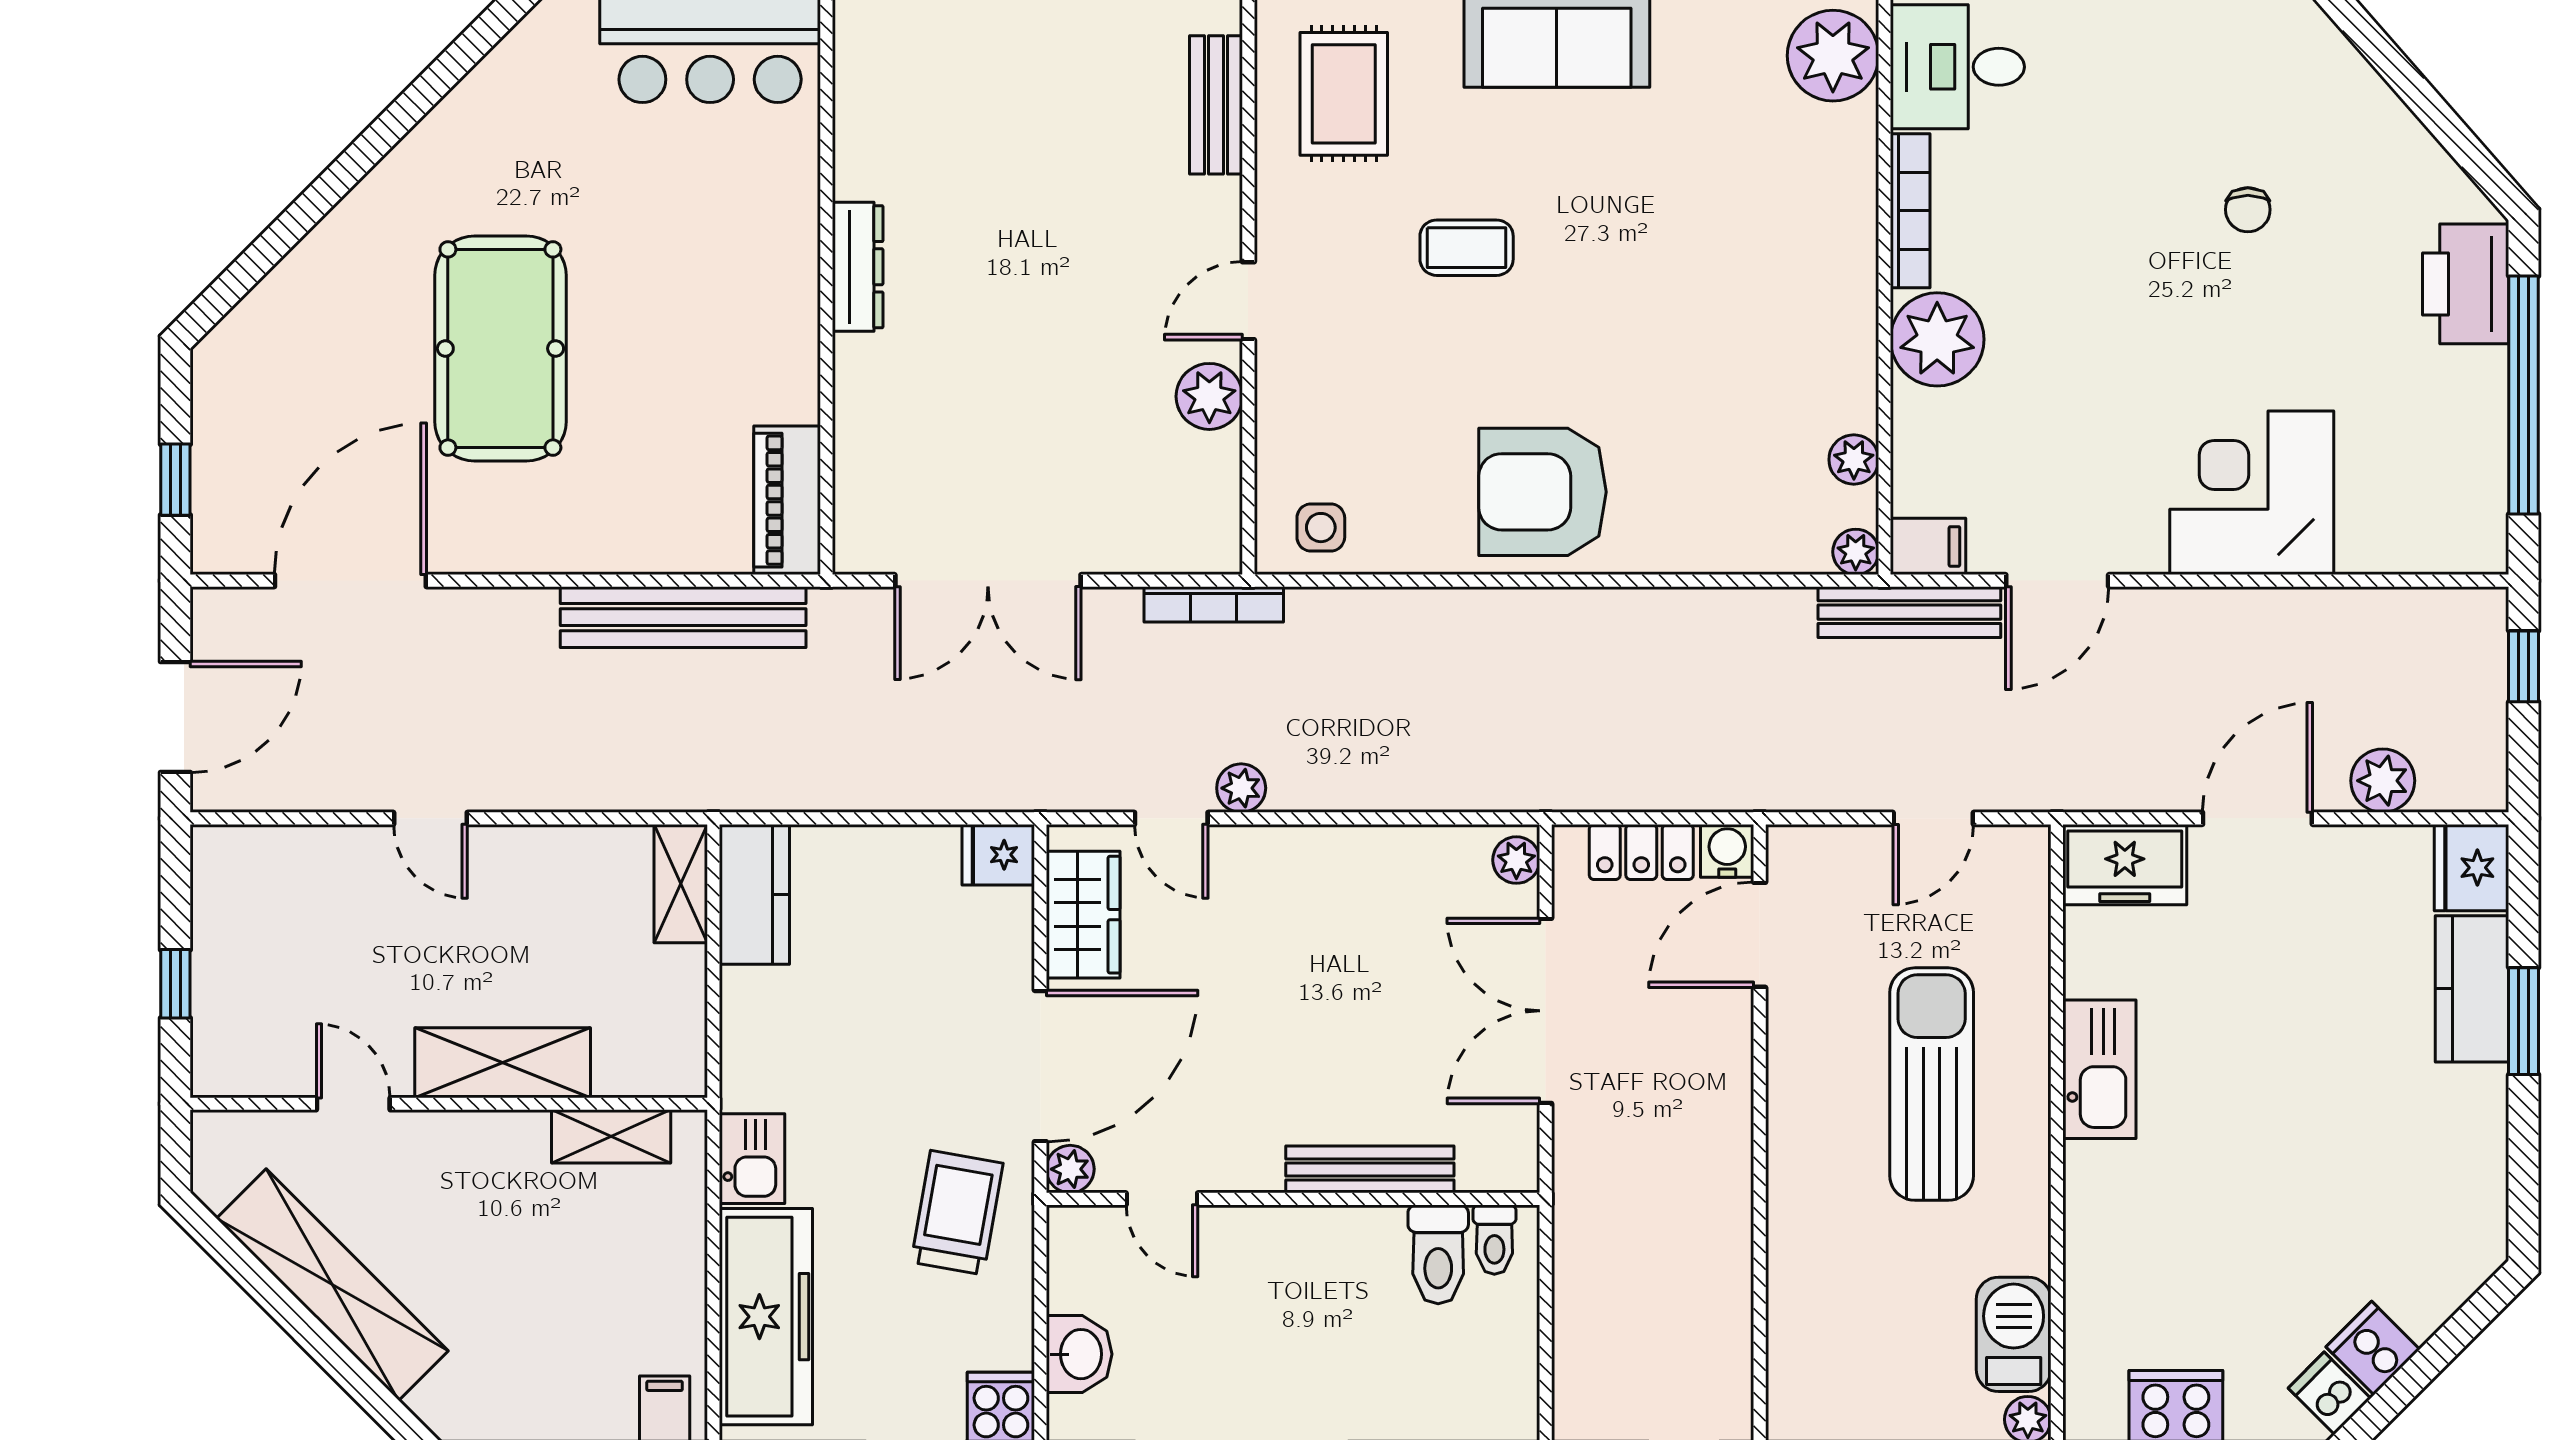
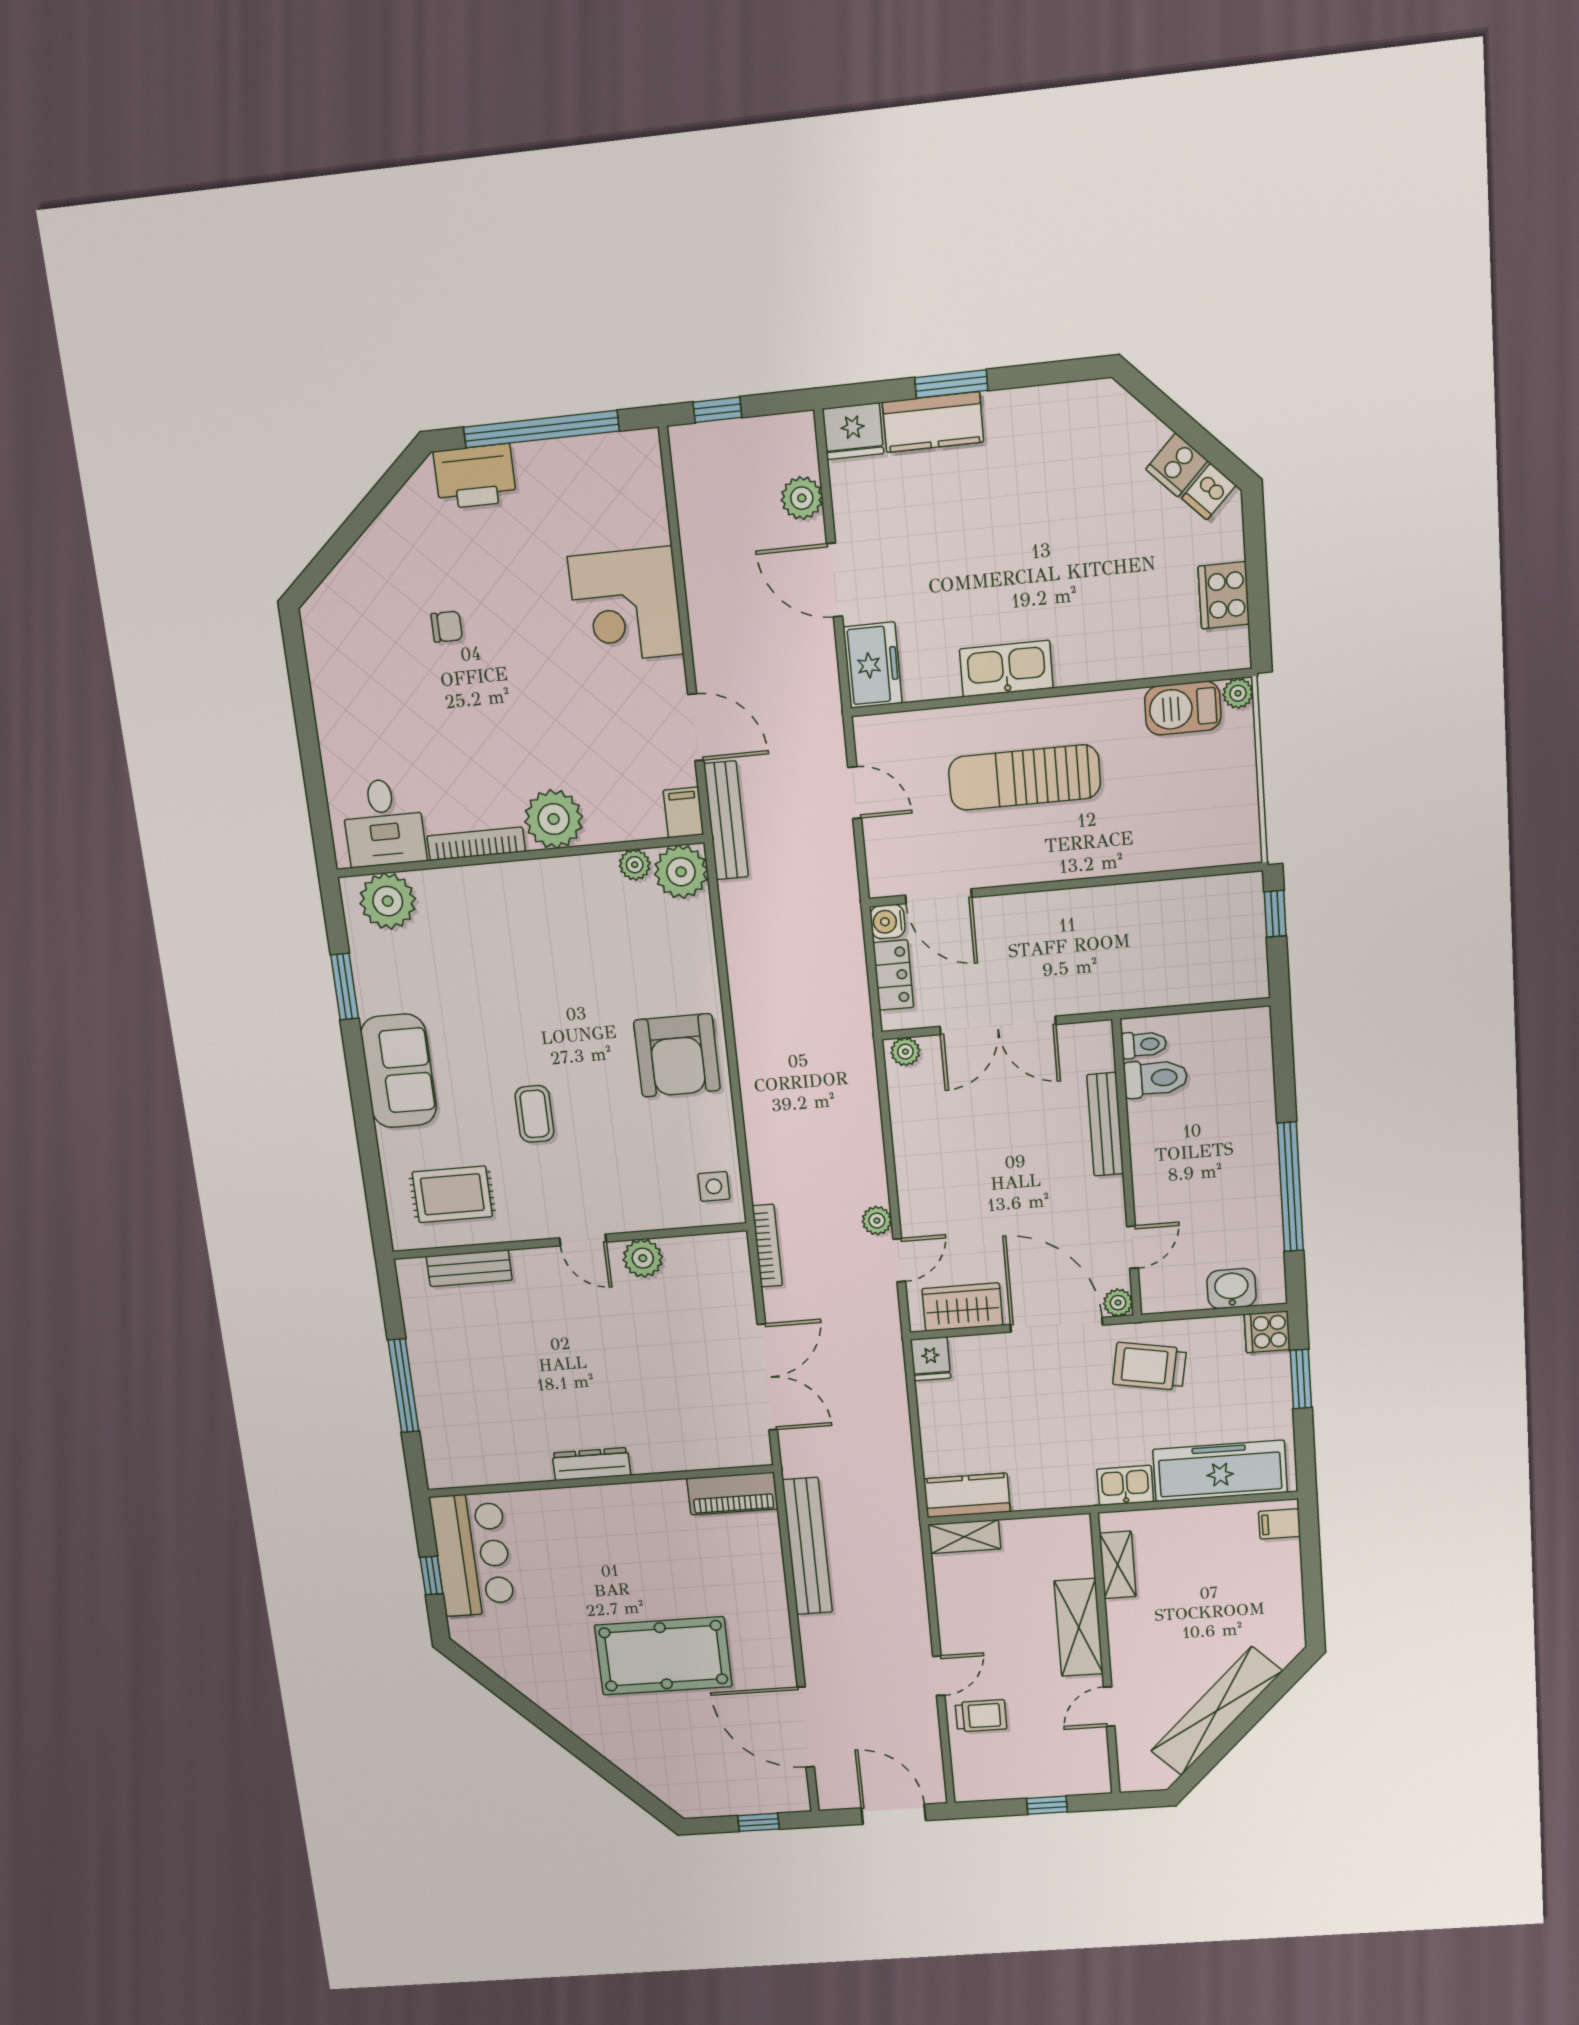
plant: (1856, 552) -> (681, 872), width x1.87, depth x1.87
trolley: (351, 884) -> (981, 1716), added

